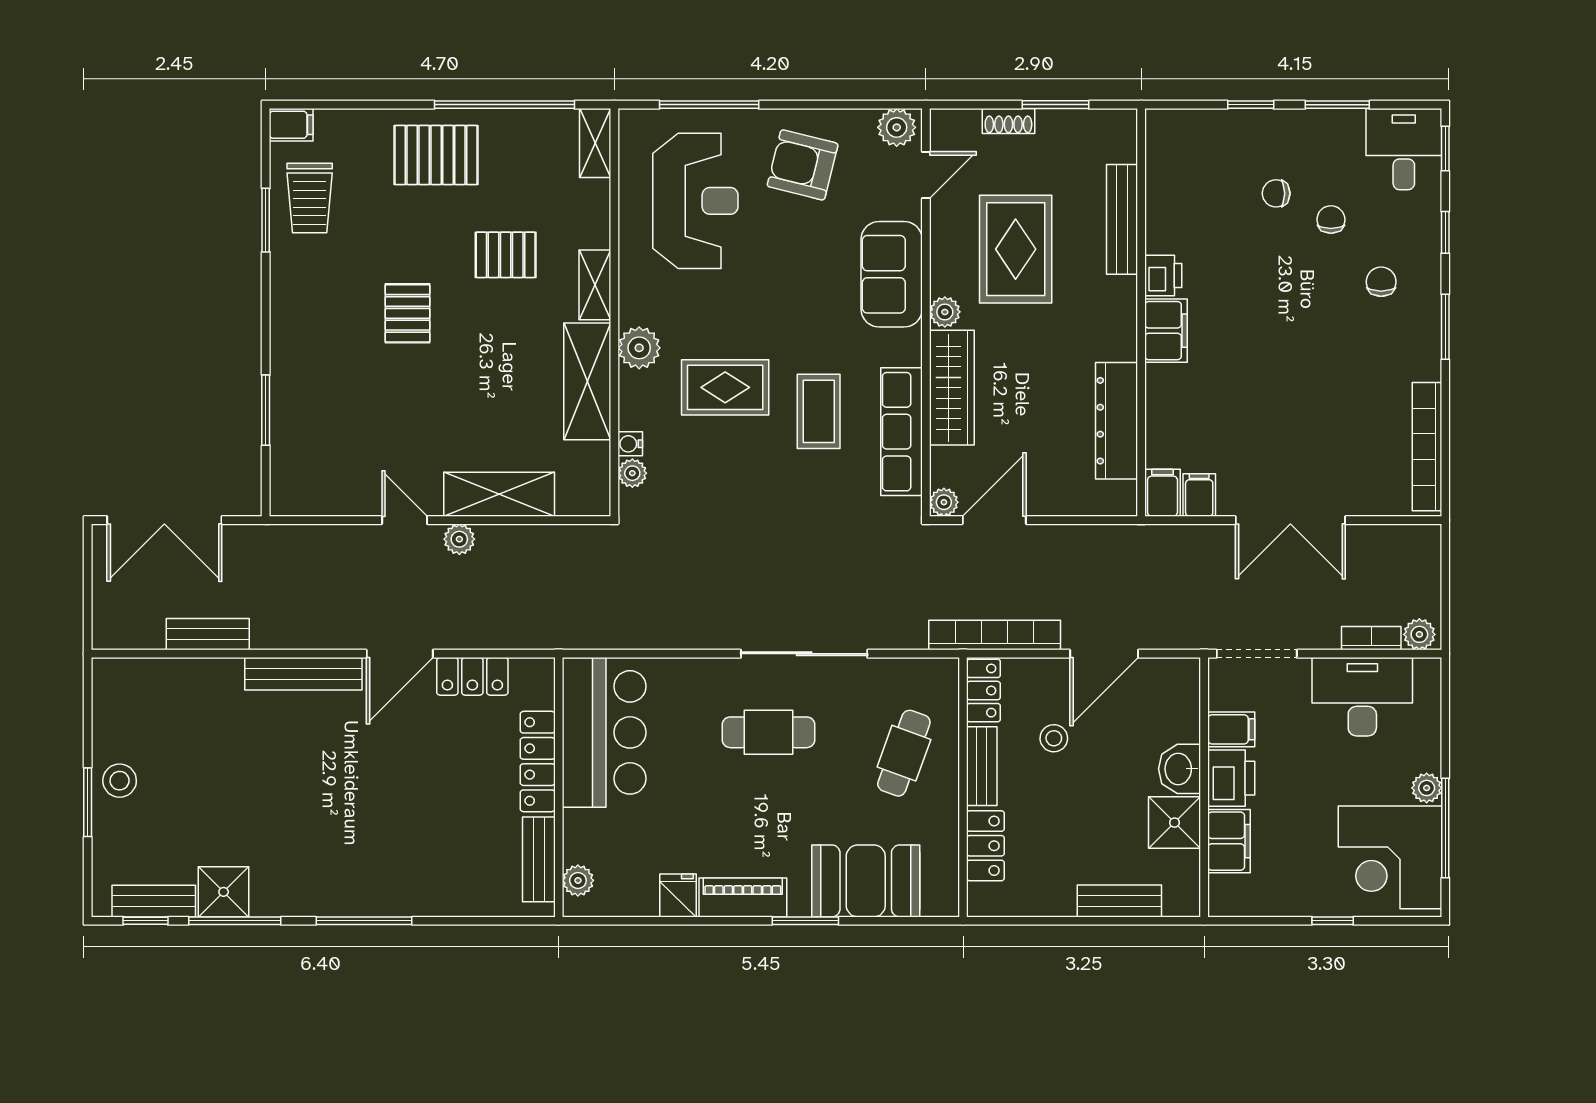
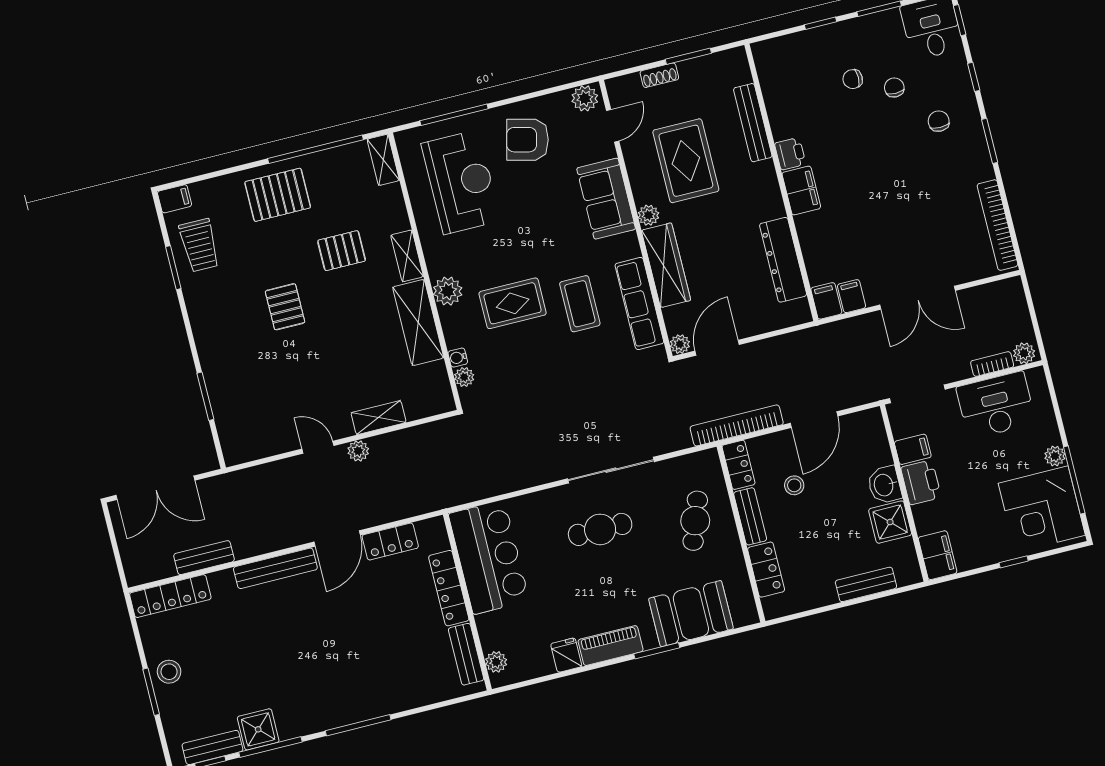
shelving: (499, 494) -> (379, 418), width x0.67, depth x0.75
locker: (148, 676) -> (170, 596), added
filing cabinet: (1229, 841) -> (938, 555), moved

